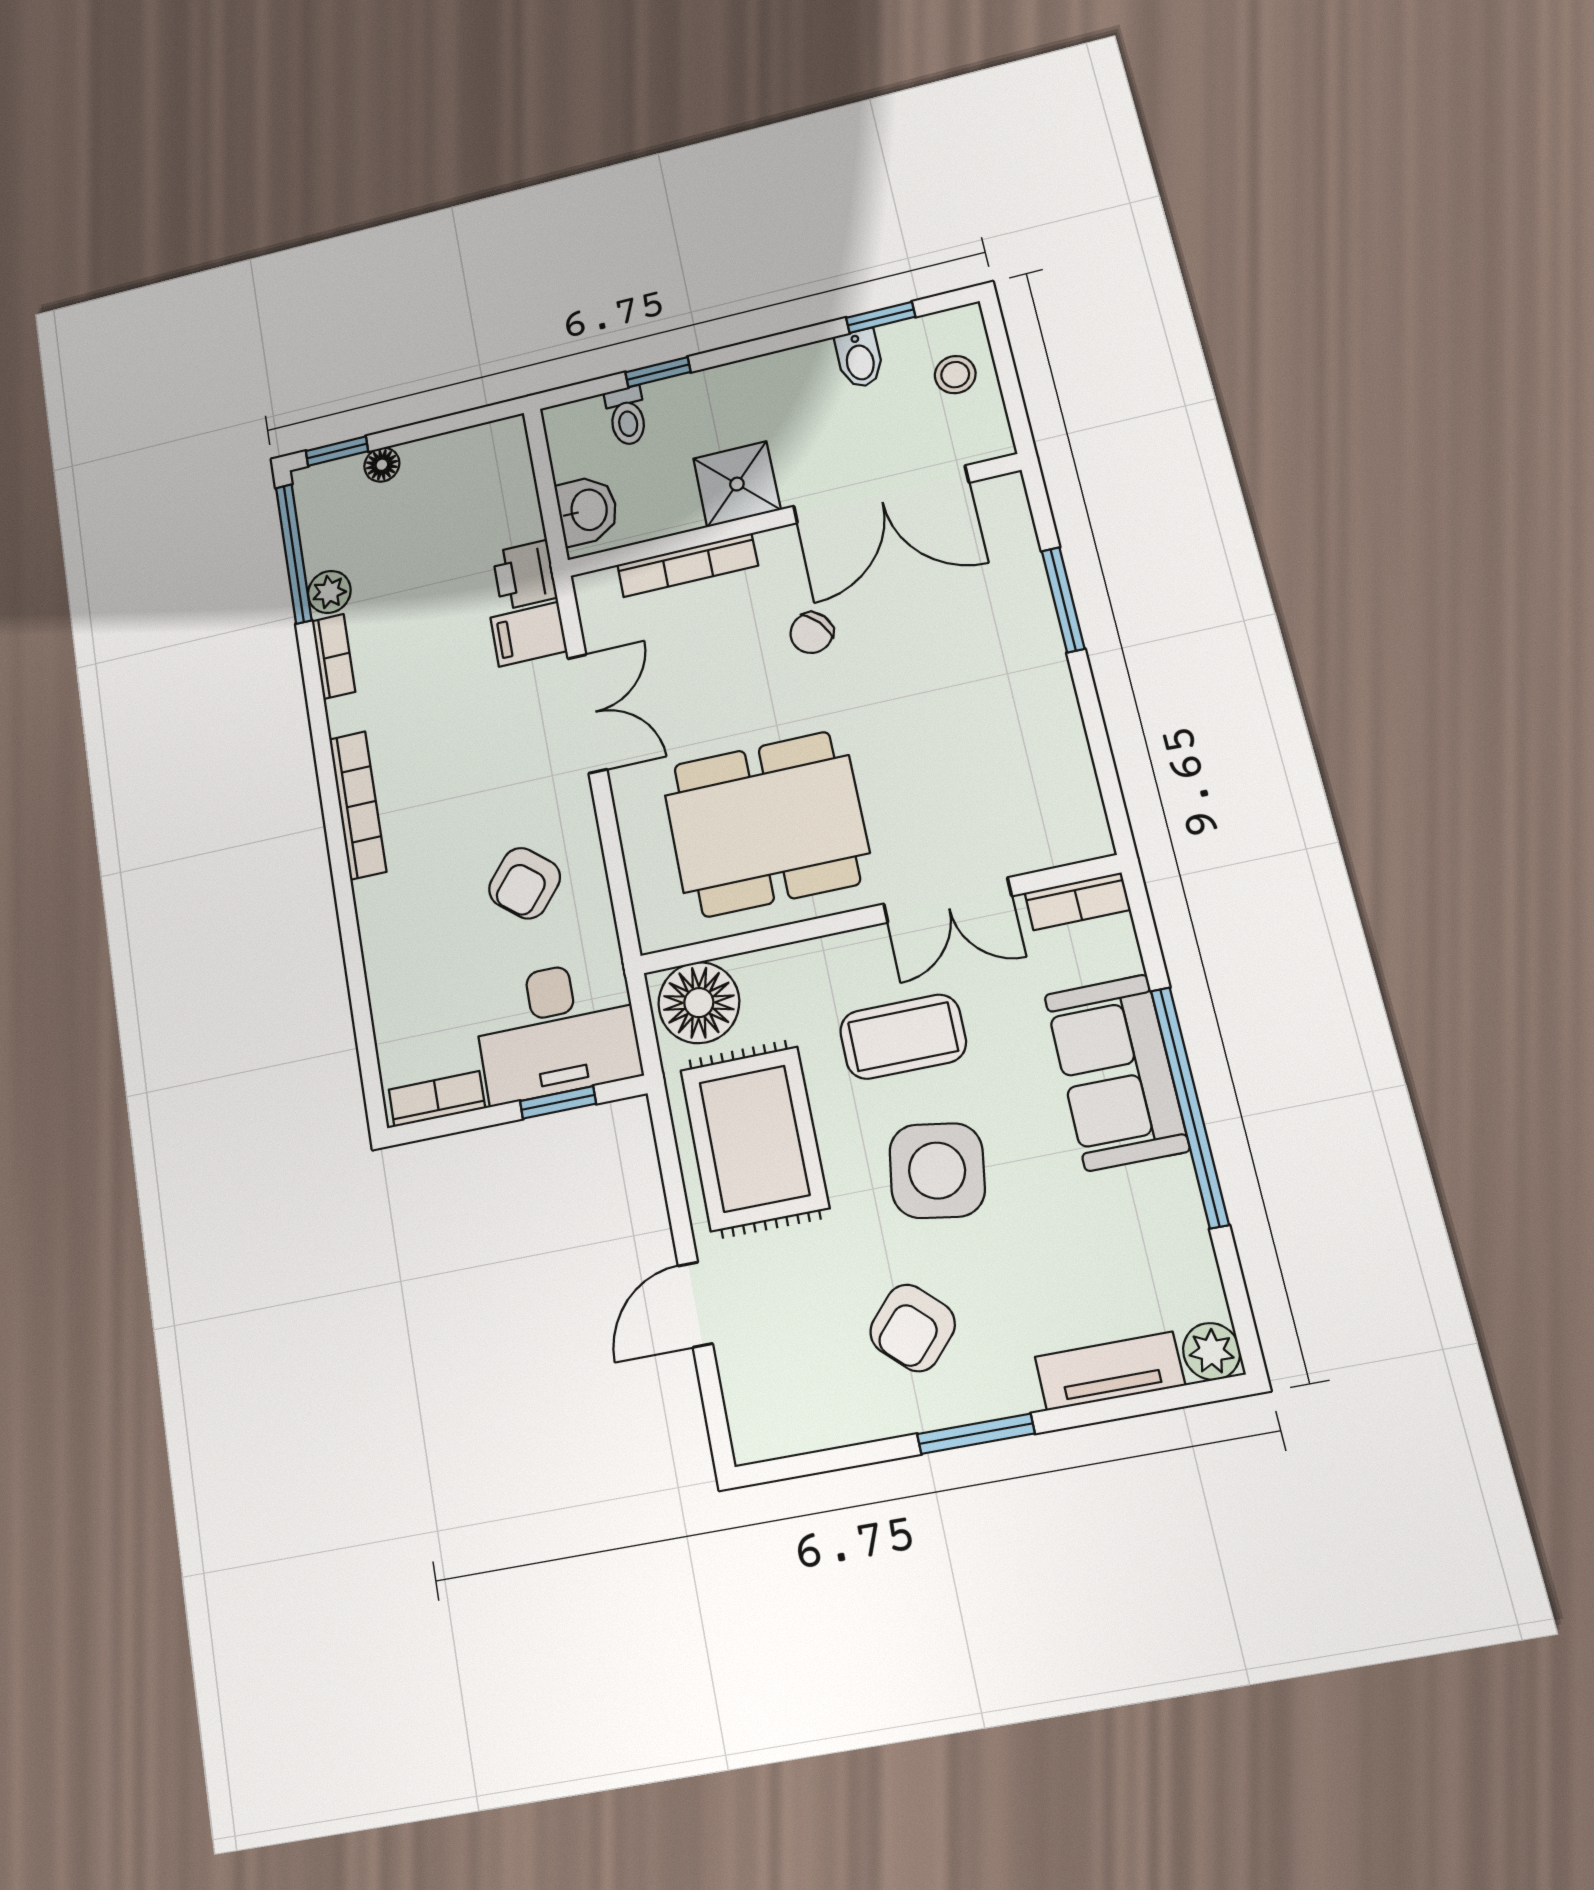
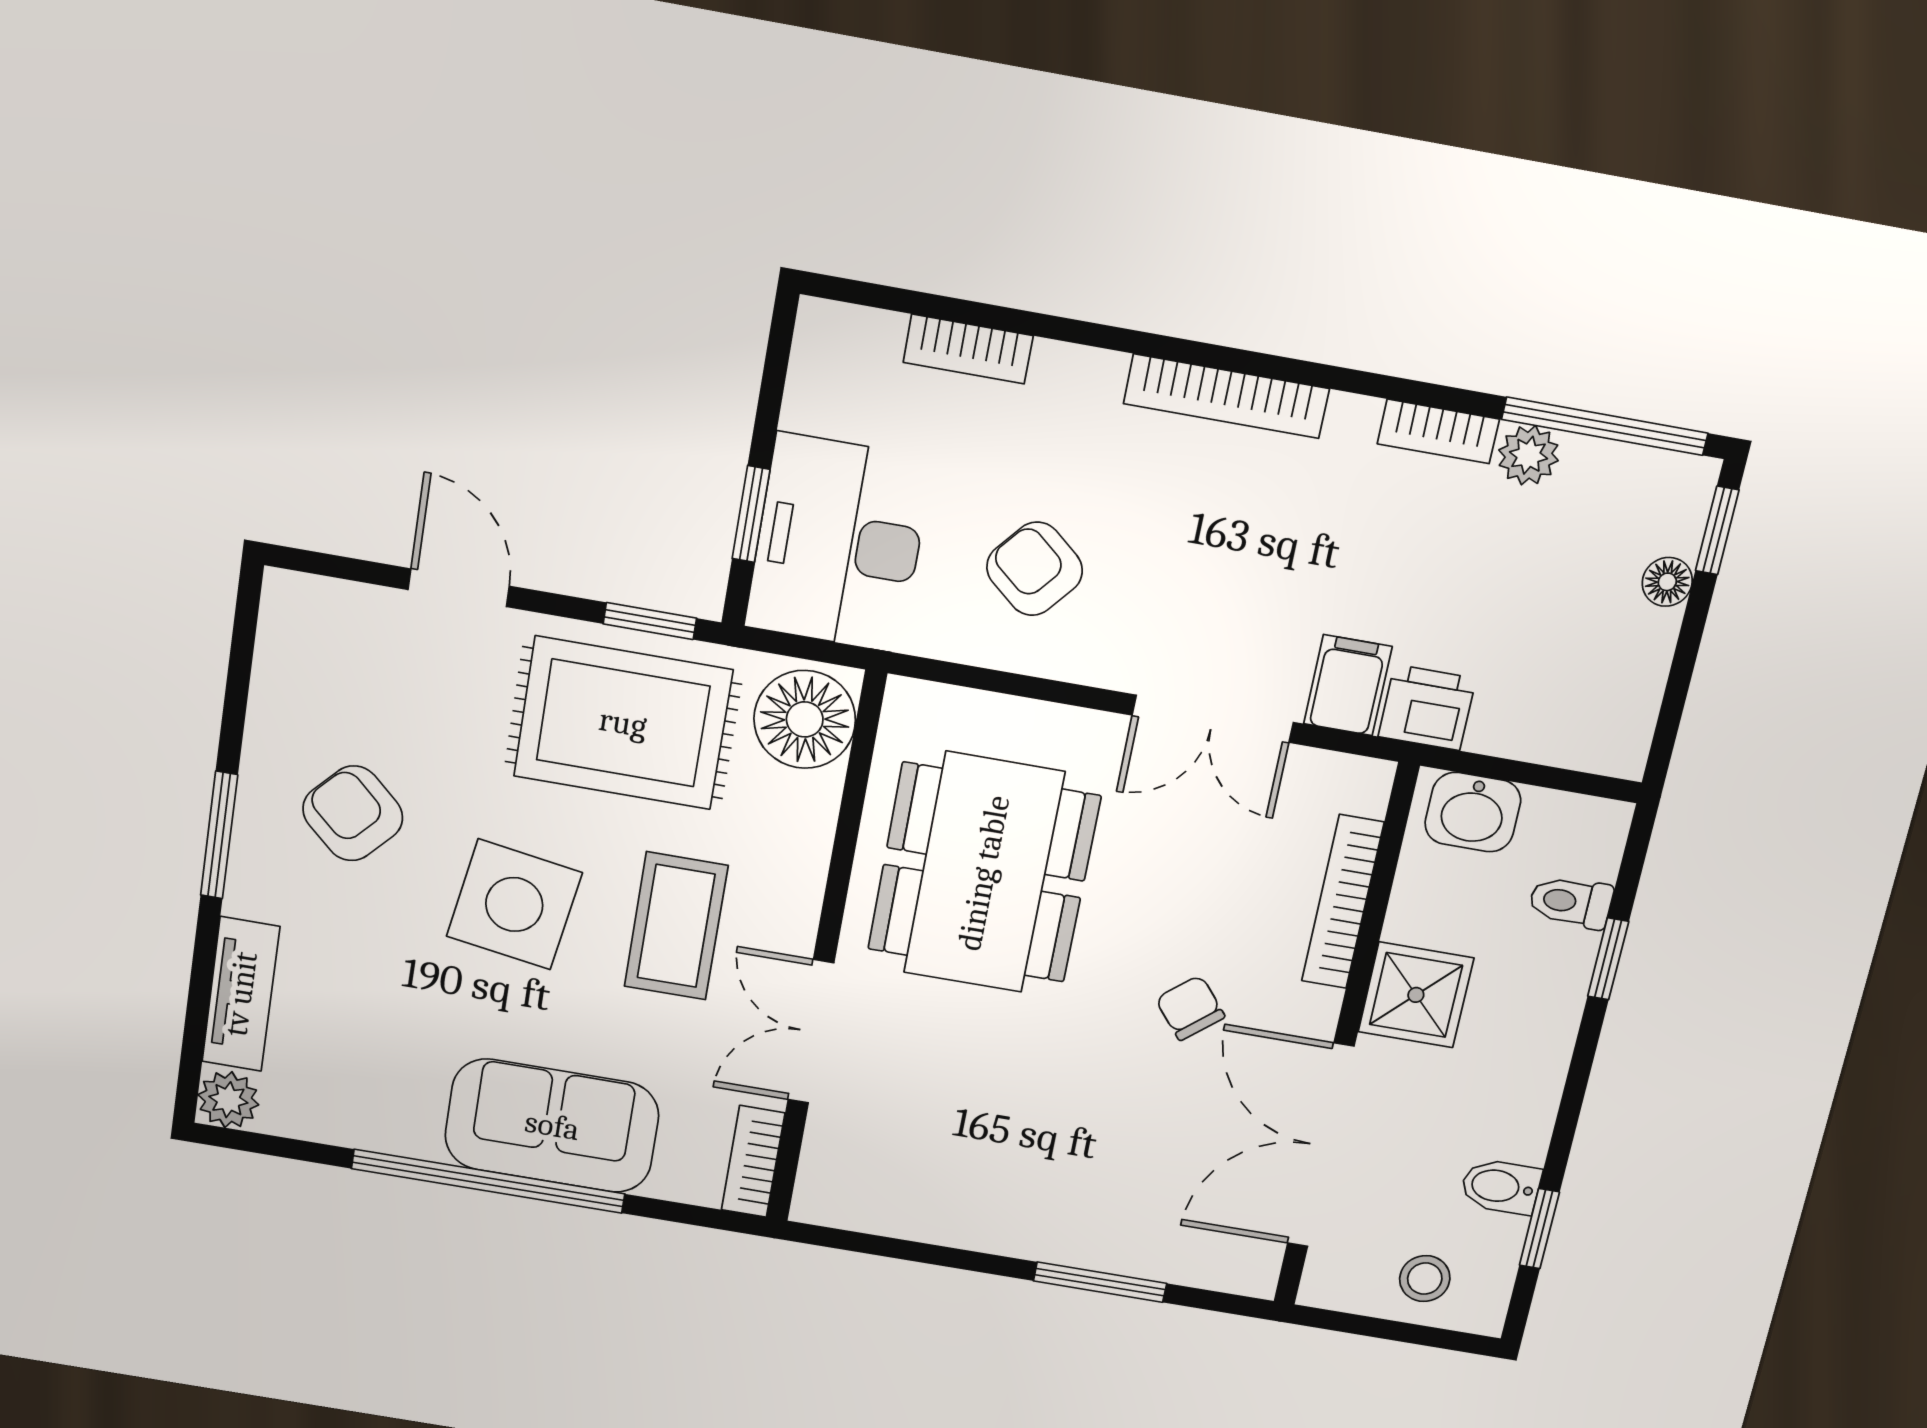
bookcase: (437, 1099) -> (968, 349), moved, turned 90
window: (667, 1147) -> (650, 621), added

